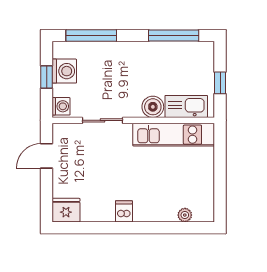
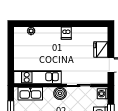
boiler: (153, 107) -> (60, 93), moved
fridge: (66, 210) -> (101, 50), moved, turned 90

